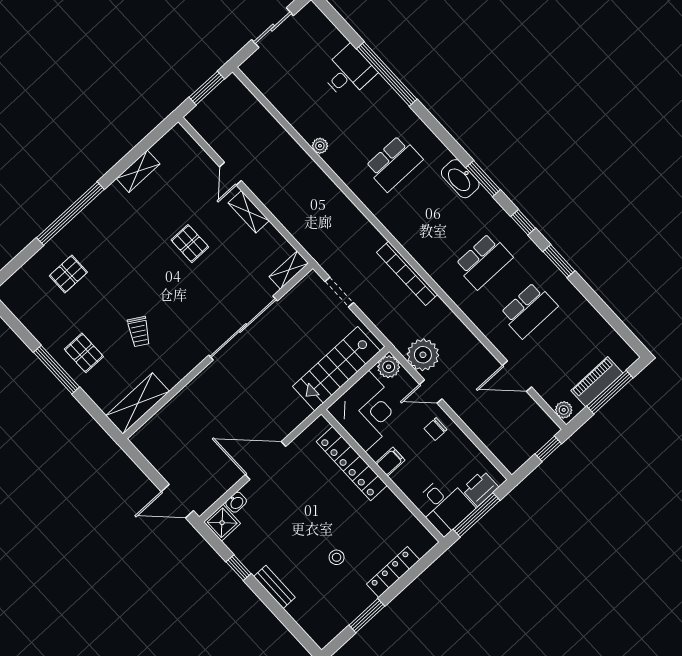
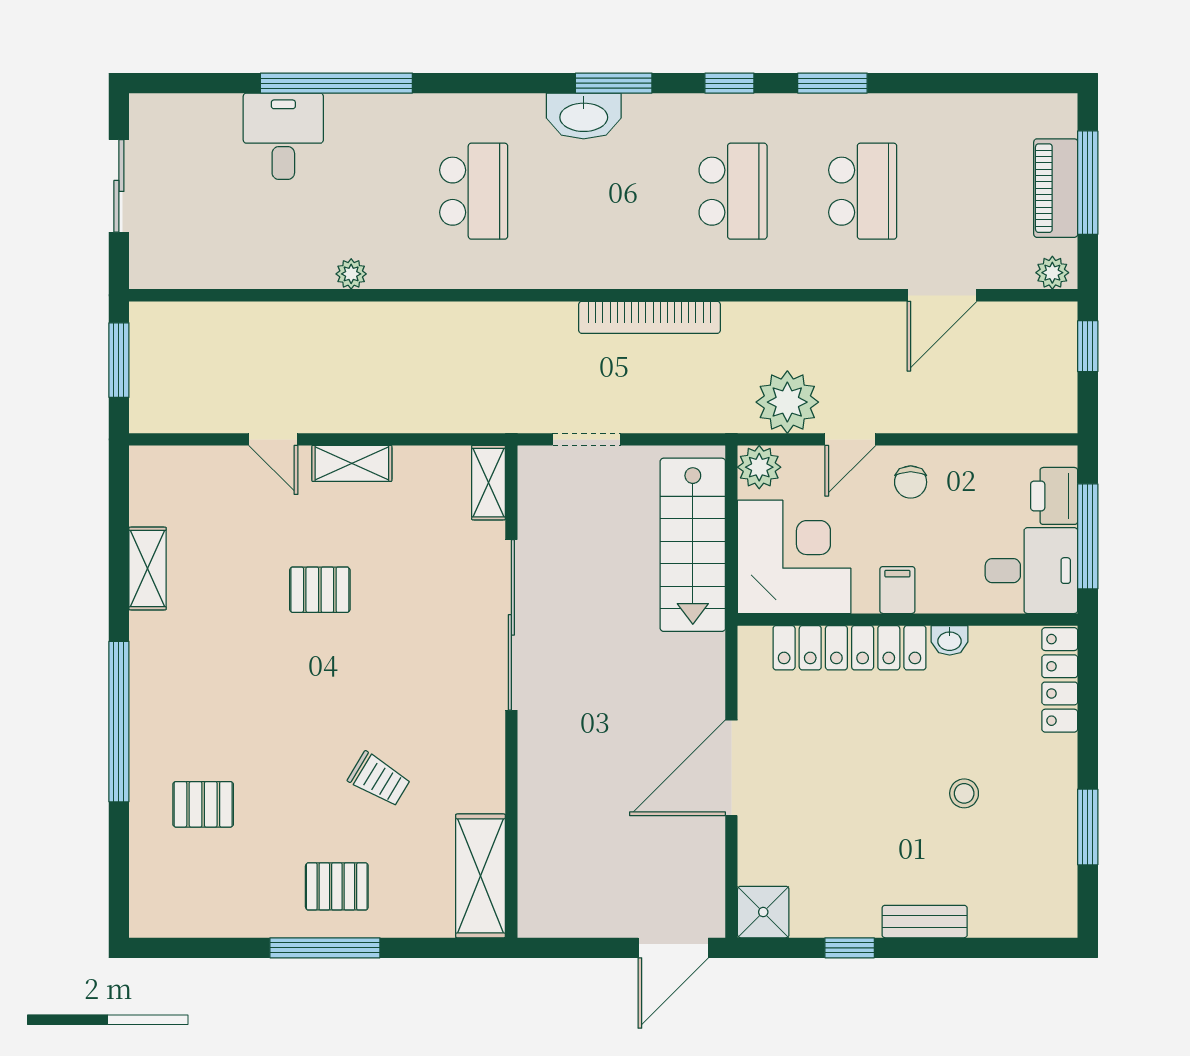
pallet: (68, 274) -> (203, 804), turned 90
washbasin: (236, 502) -> (950, 640), moved, turned 90
locker: (393, 572) -> (1060, 680), moved

